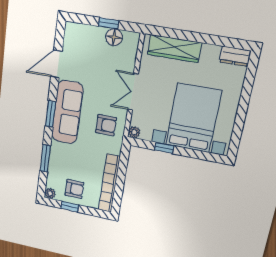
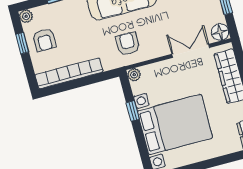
floor lamp: (114, 37) -> (220, 32), moved
double door: (133, 92) -> (191, 51), moved
armchair: (106, 125) -> (128, 44), turned 180

